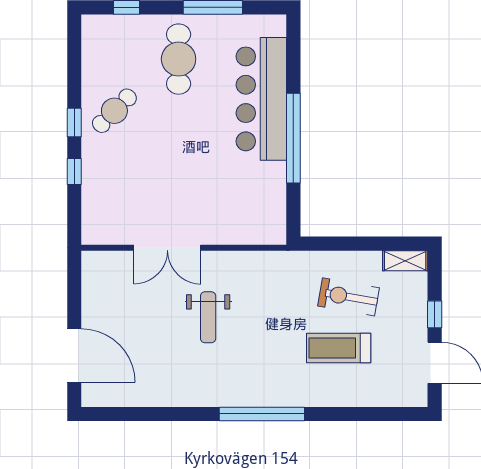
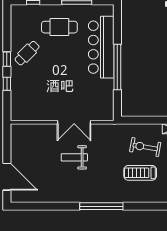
cafe table: (179, 59) -> (59, 27), turned 90
double door: (167, 248) -> (74, 122), moved
weight bench: (208, 317) -> (74, 157), turned 90

